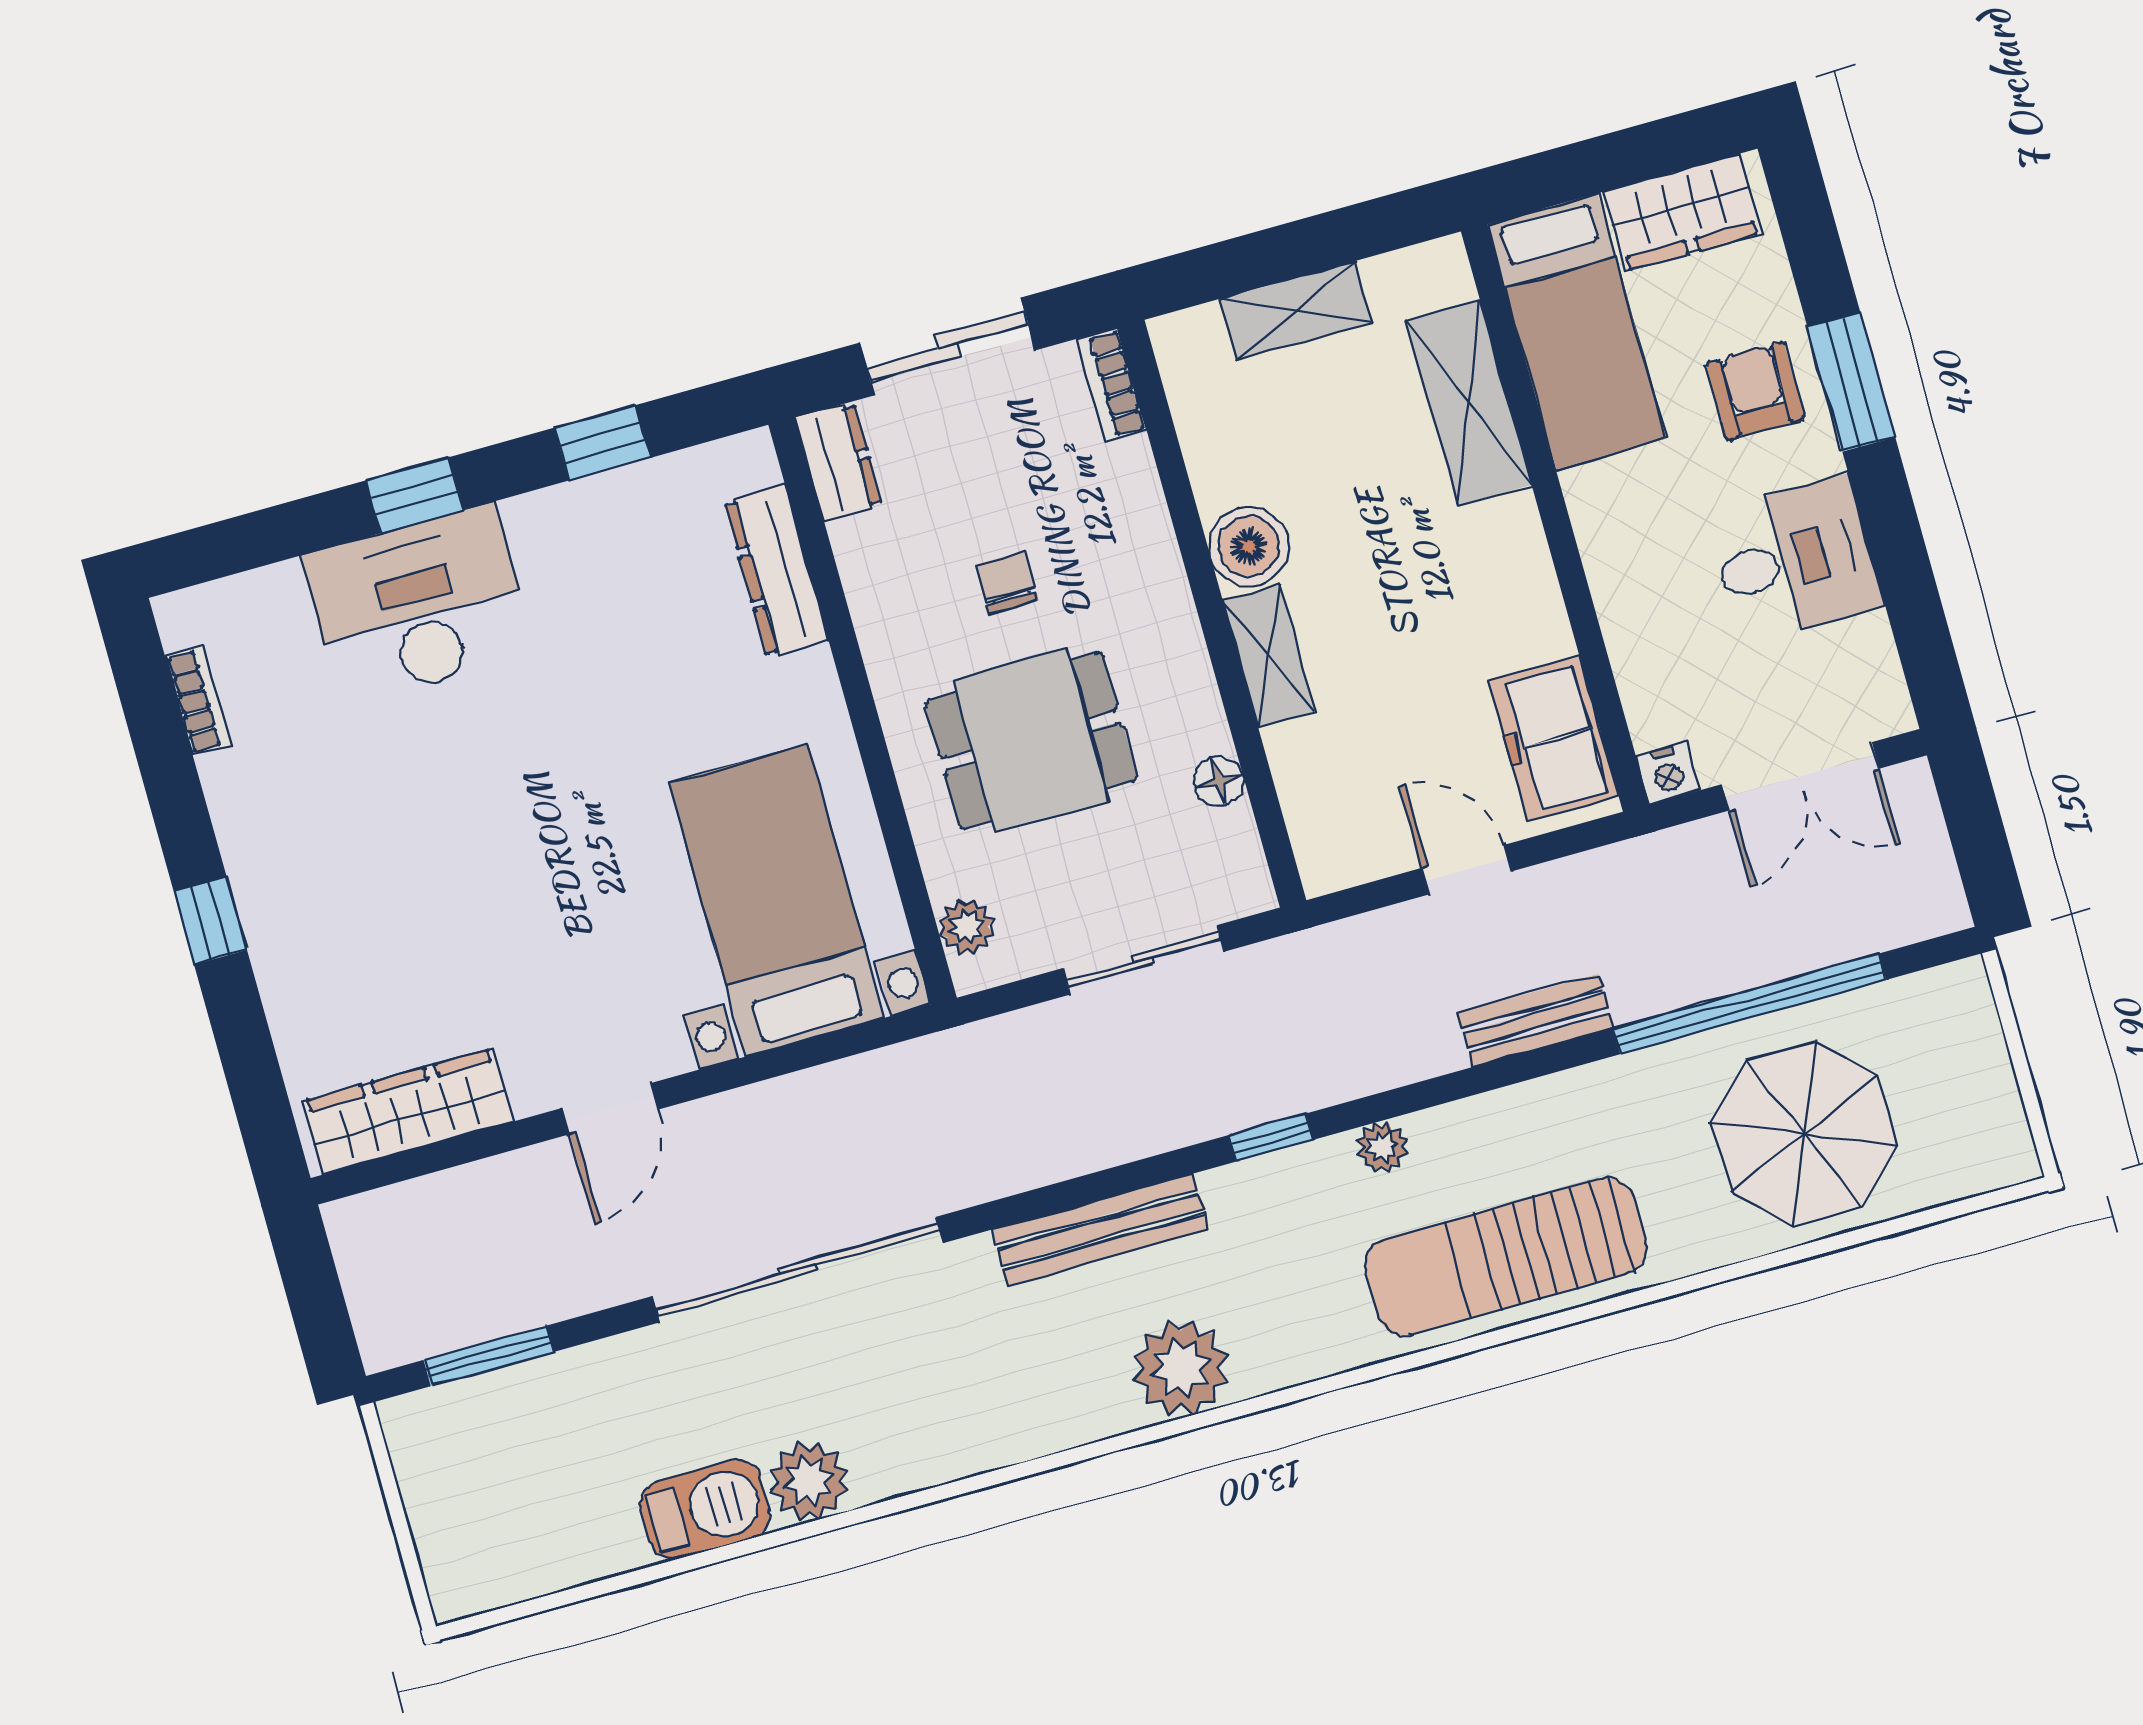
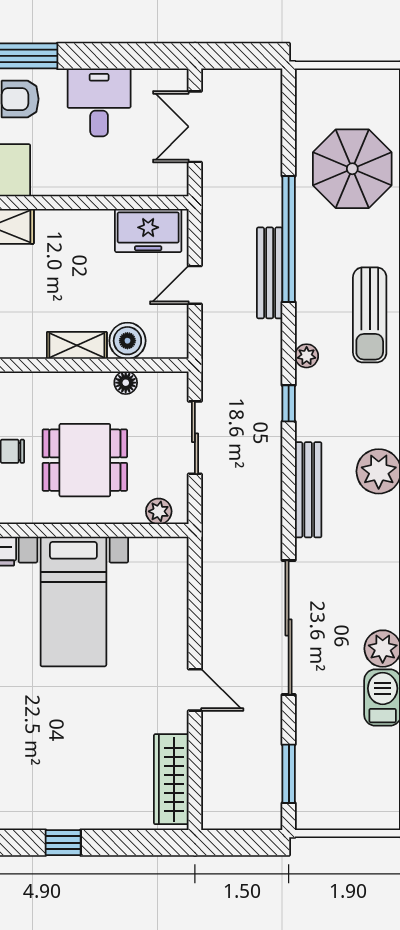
boiler: (1249, 547) -> (127, 341), moved
dining table: (1031, 741) -> (85, 460), turned 90
nightstand: (1668, 773) -> (177, 184), removed
double door: (1800, 776) -> (195, 127), swing flipped
bed with nightstands: (777, 900) -> (73, 602), moved, turned -90
window: (1750, 1004) -> (289, 239), moved
bench: (1536, 1020) -> (270, 273), width x1.36
sun lounger: (1506, 1257) -> (370, 315), width x0.73, depth x0.75

